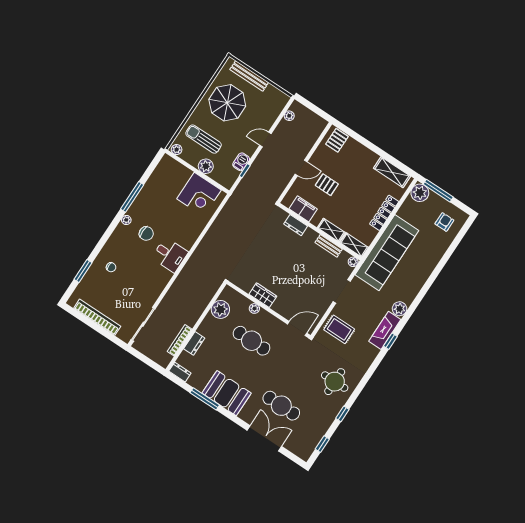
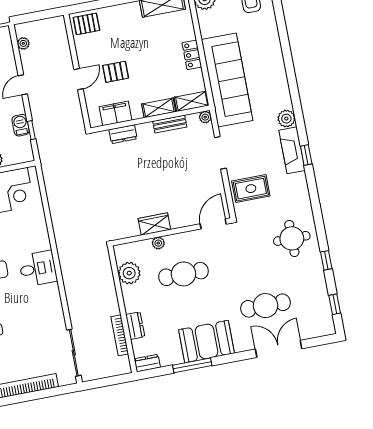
pallet: (337, 140) -> (86, 24), turned 90
locker: (384, 213) -> (192, 55), width x0.66

